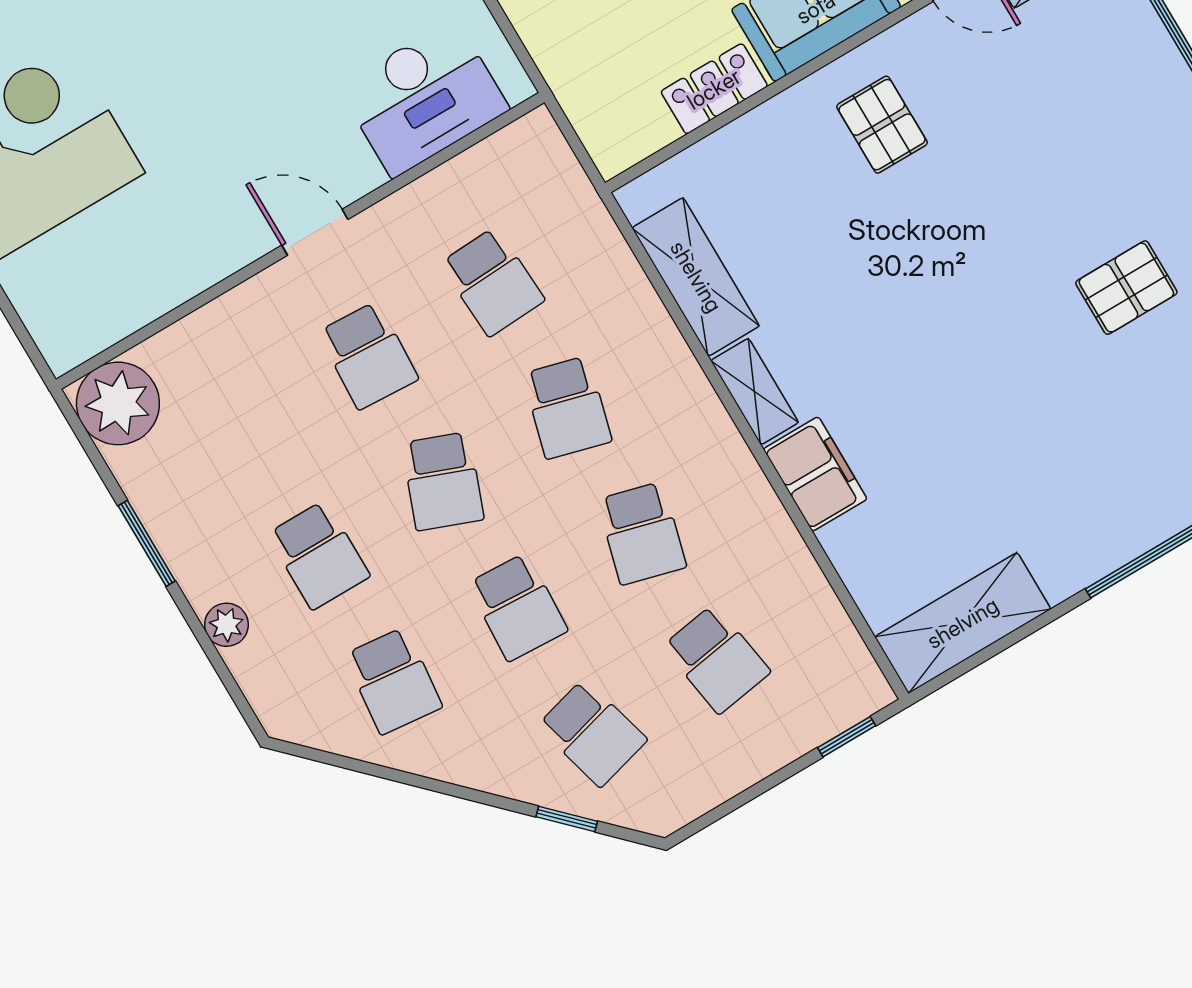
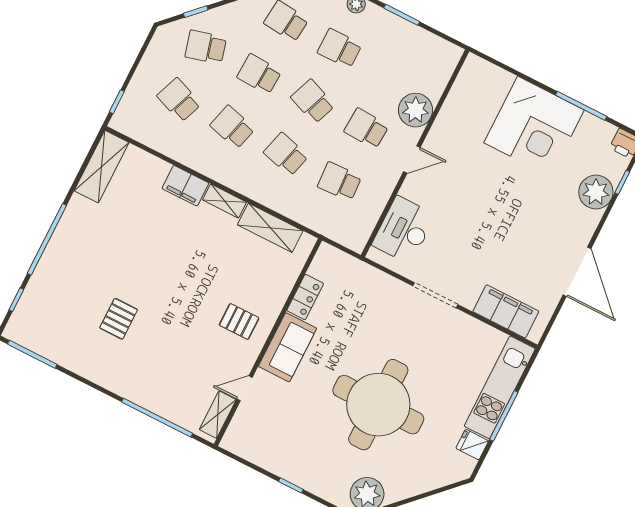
plant: (118, 403) -> (416, 110), moved
school desk: (716, 659) -> (179, 100), turned 30

